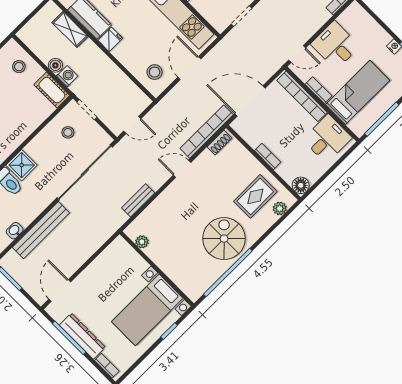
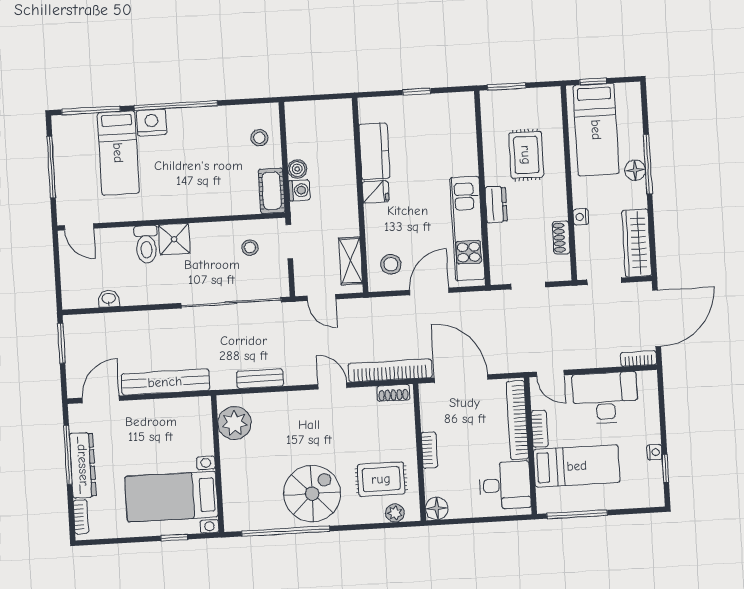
shelving: (70, 29) -> (351, 261), moved
desk: (335, 45) -> (605, 398), width x1.37
bench: (41, 230) -> (165, 382), moved
plant: (142, 242) -> (234, 423), width x1.88, depth x1.88

